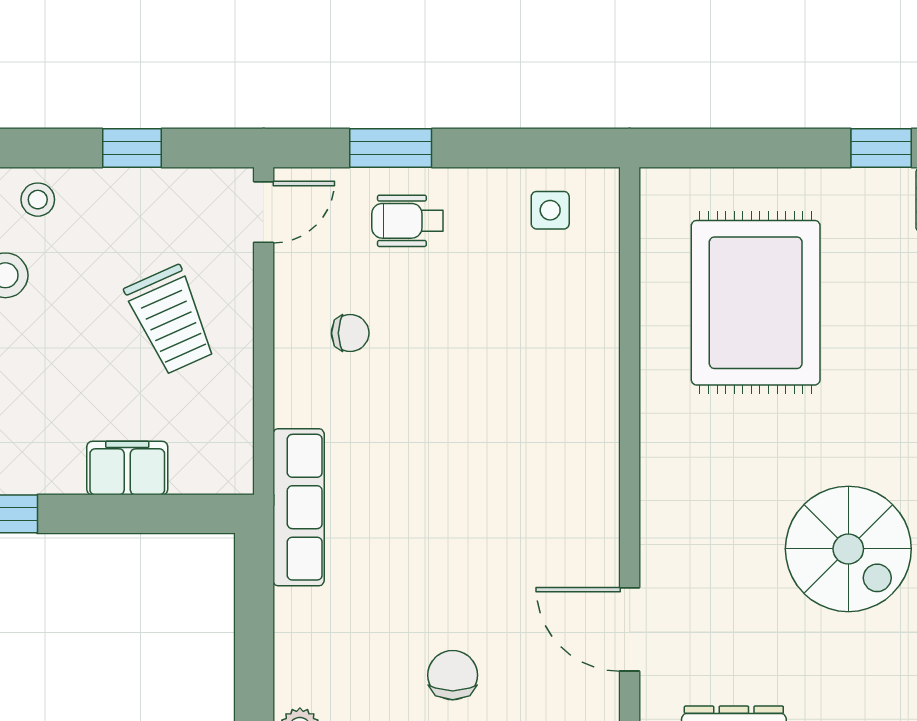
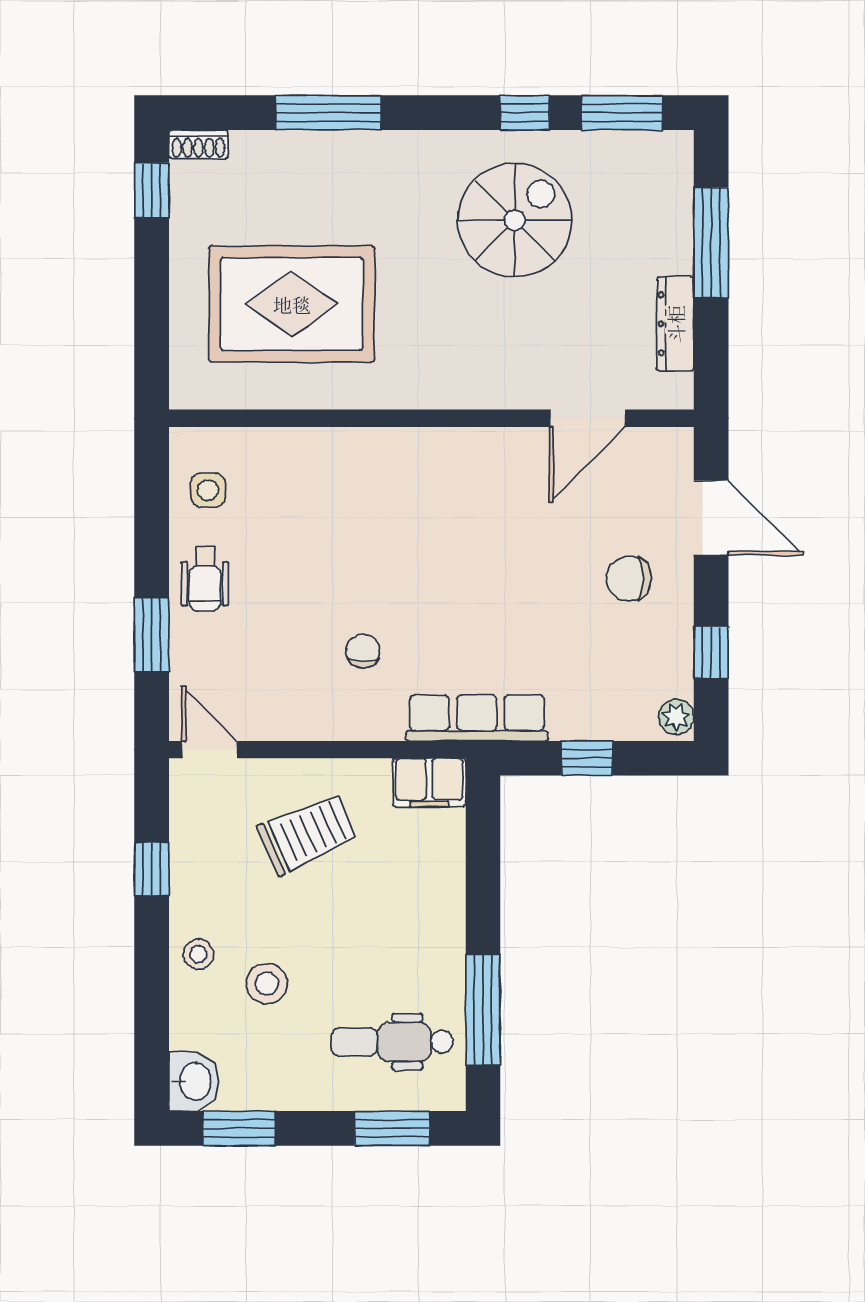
wheelchair: (408, 221) -> (205, 579), moved
chair: (350, 333) -> (363, 651), moved
filing cabinet: (127, 468) -> (429, 783), moved, turned -90
window: (254, 629) -> (587, 758), added

